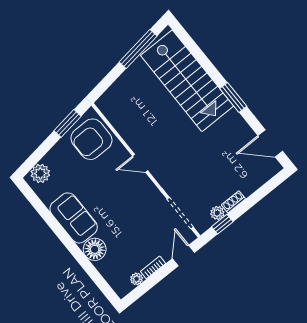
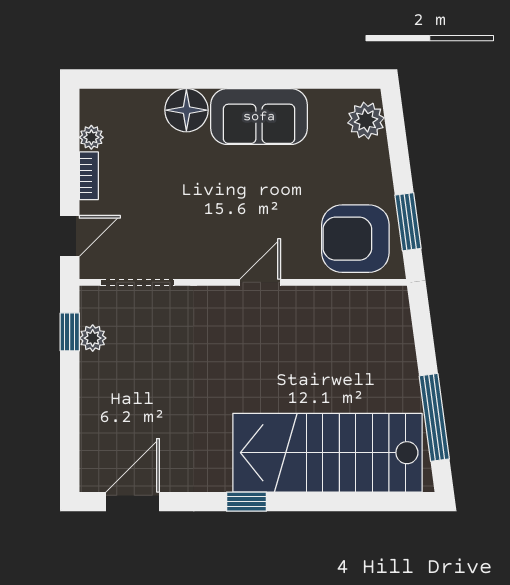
window: (233, 97) -> (247, 502), width x0.67
armchair: (91, 139) -> (355, 239), turned -90
shoe rack: (233, 202) -> (90, 376), removed
door: (183, 255) -> (70, 236), hinge flipped

